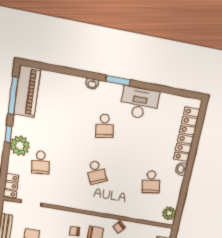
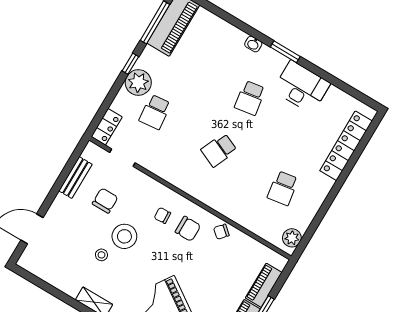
washbasin: (181, 169) -> (326, 186), removed
school desk: (96, 172) -> (219, 150), turned 48

